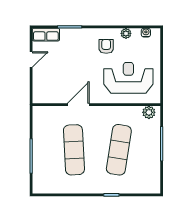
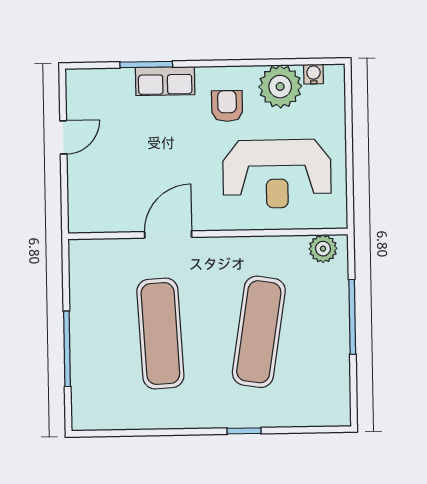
plant: (126, 33) -> (280, 87), width x1.88, depth x1.88
row of seats: (46, 35) -> (165, 81), moved
reception desk: (128, 78) -> (277, 174), turned 180

